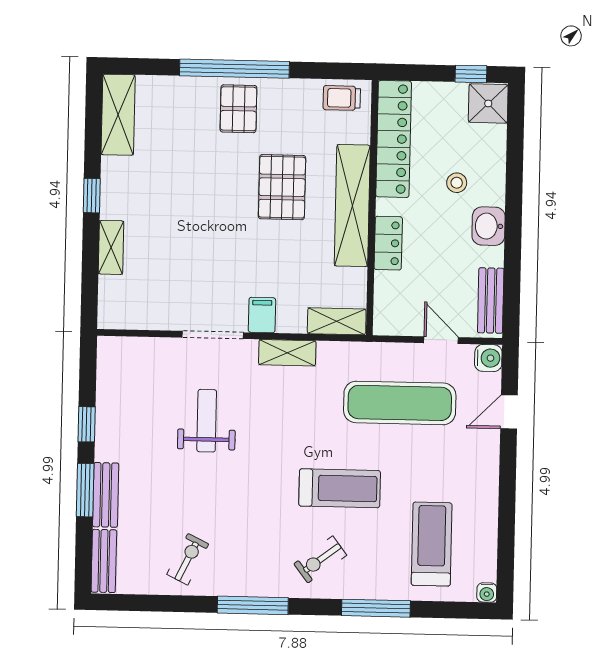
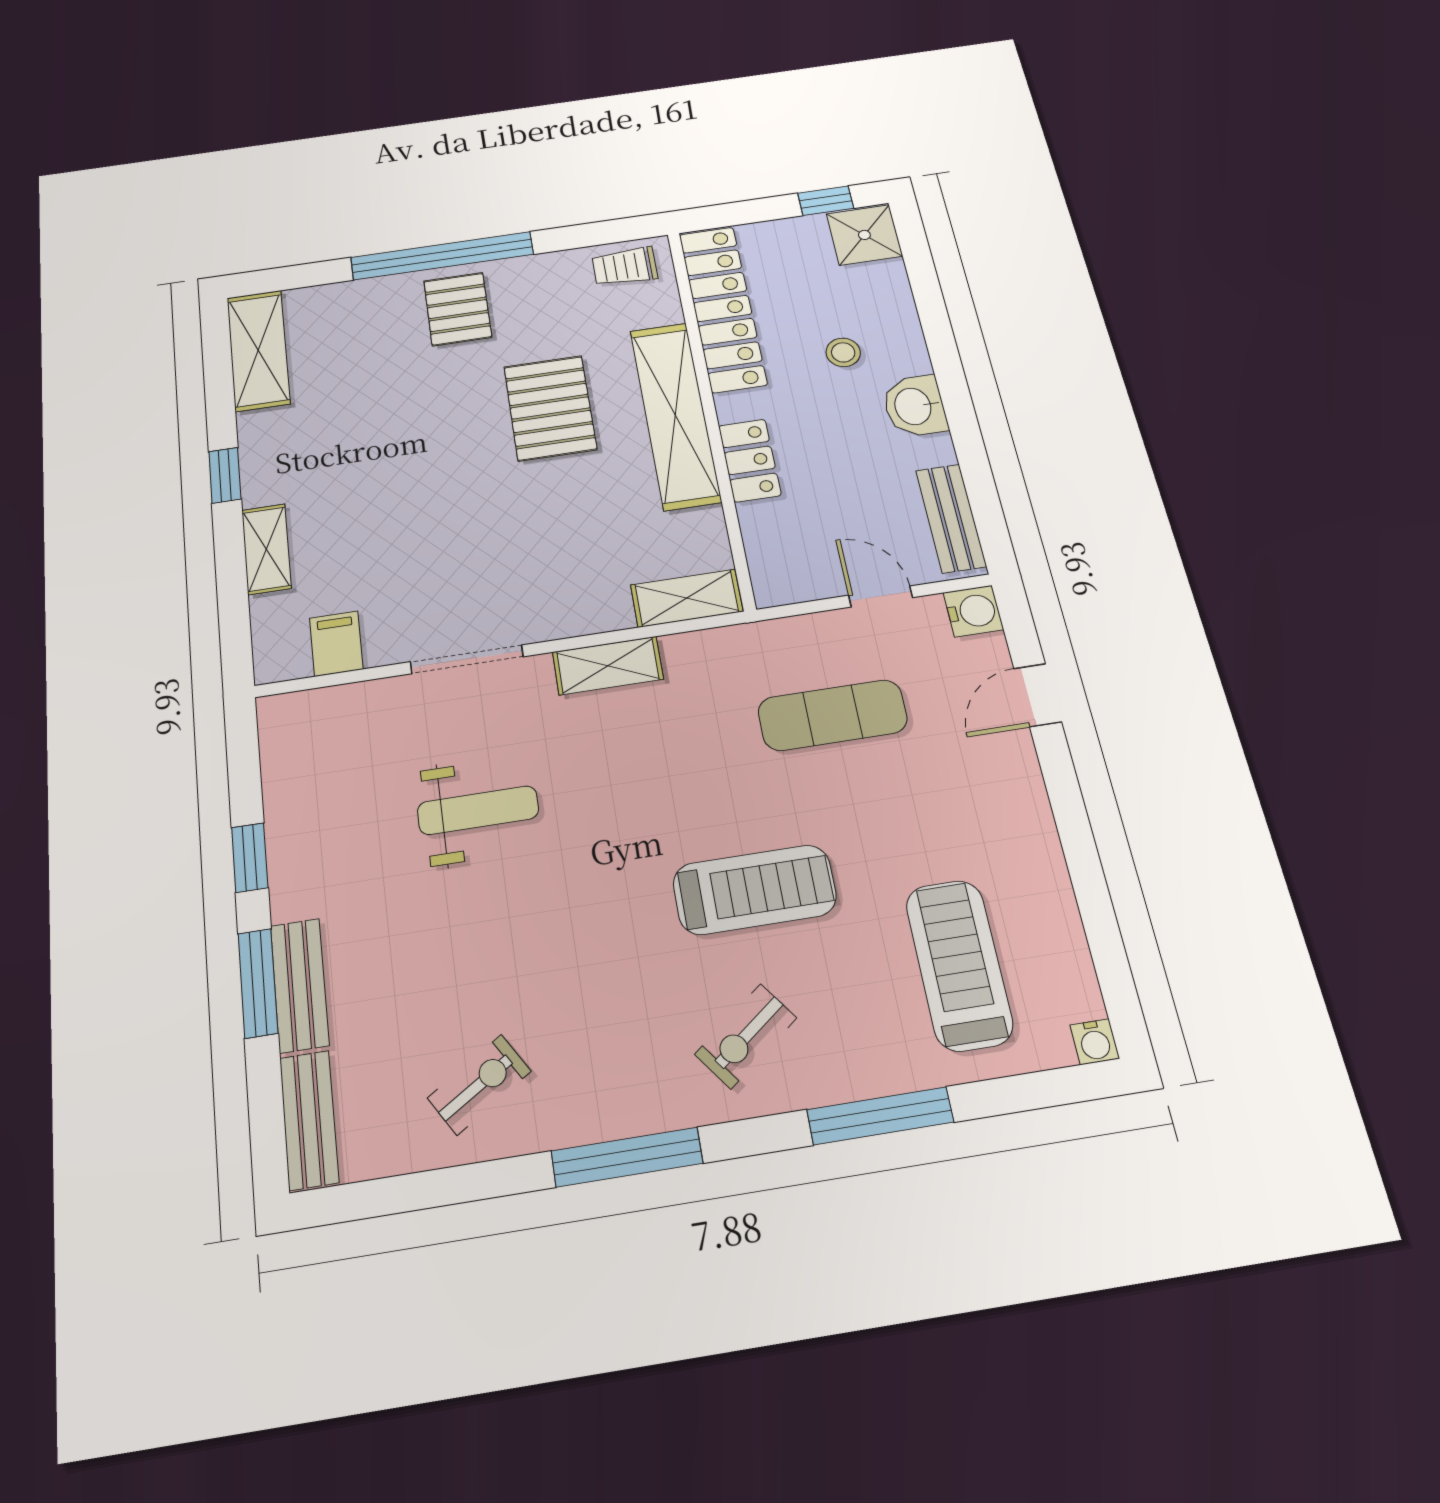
filing cabinet: (262, 315) -> (336, 644), moved
exercise mat: (400, 403) -> (833, 715), width x0.73, depth x0.69
weight bench: (207, 421) -> (478, 810), turned 90
exercise bike: (188, 559) -> (479, 1085), turned 32

